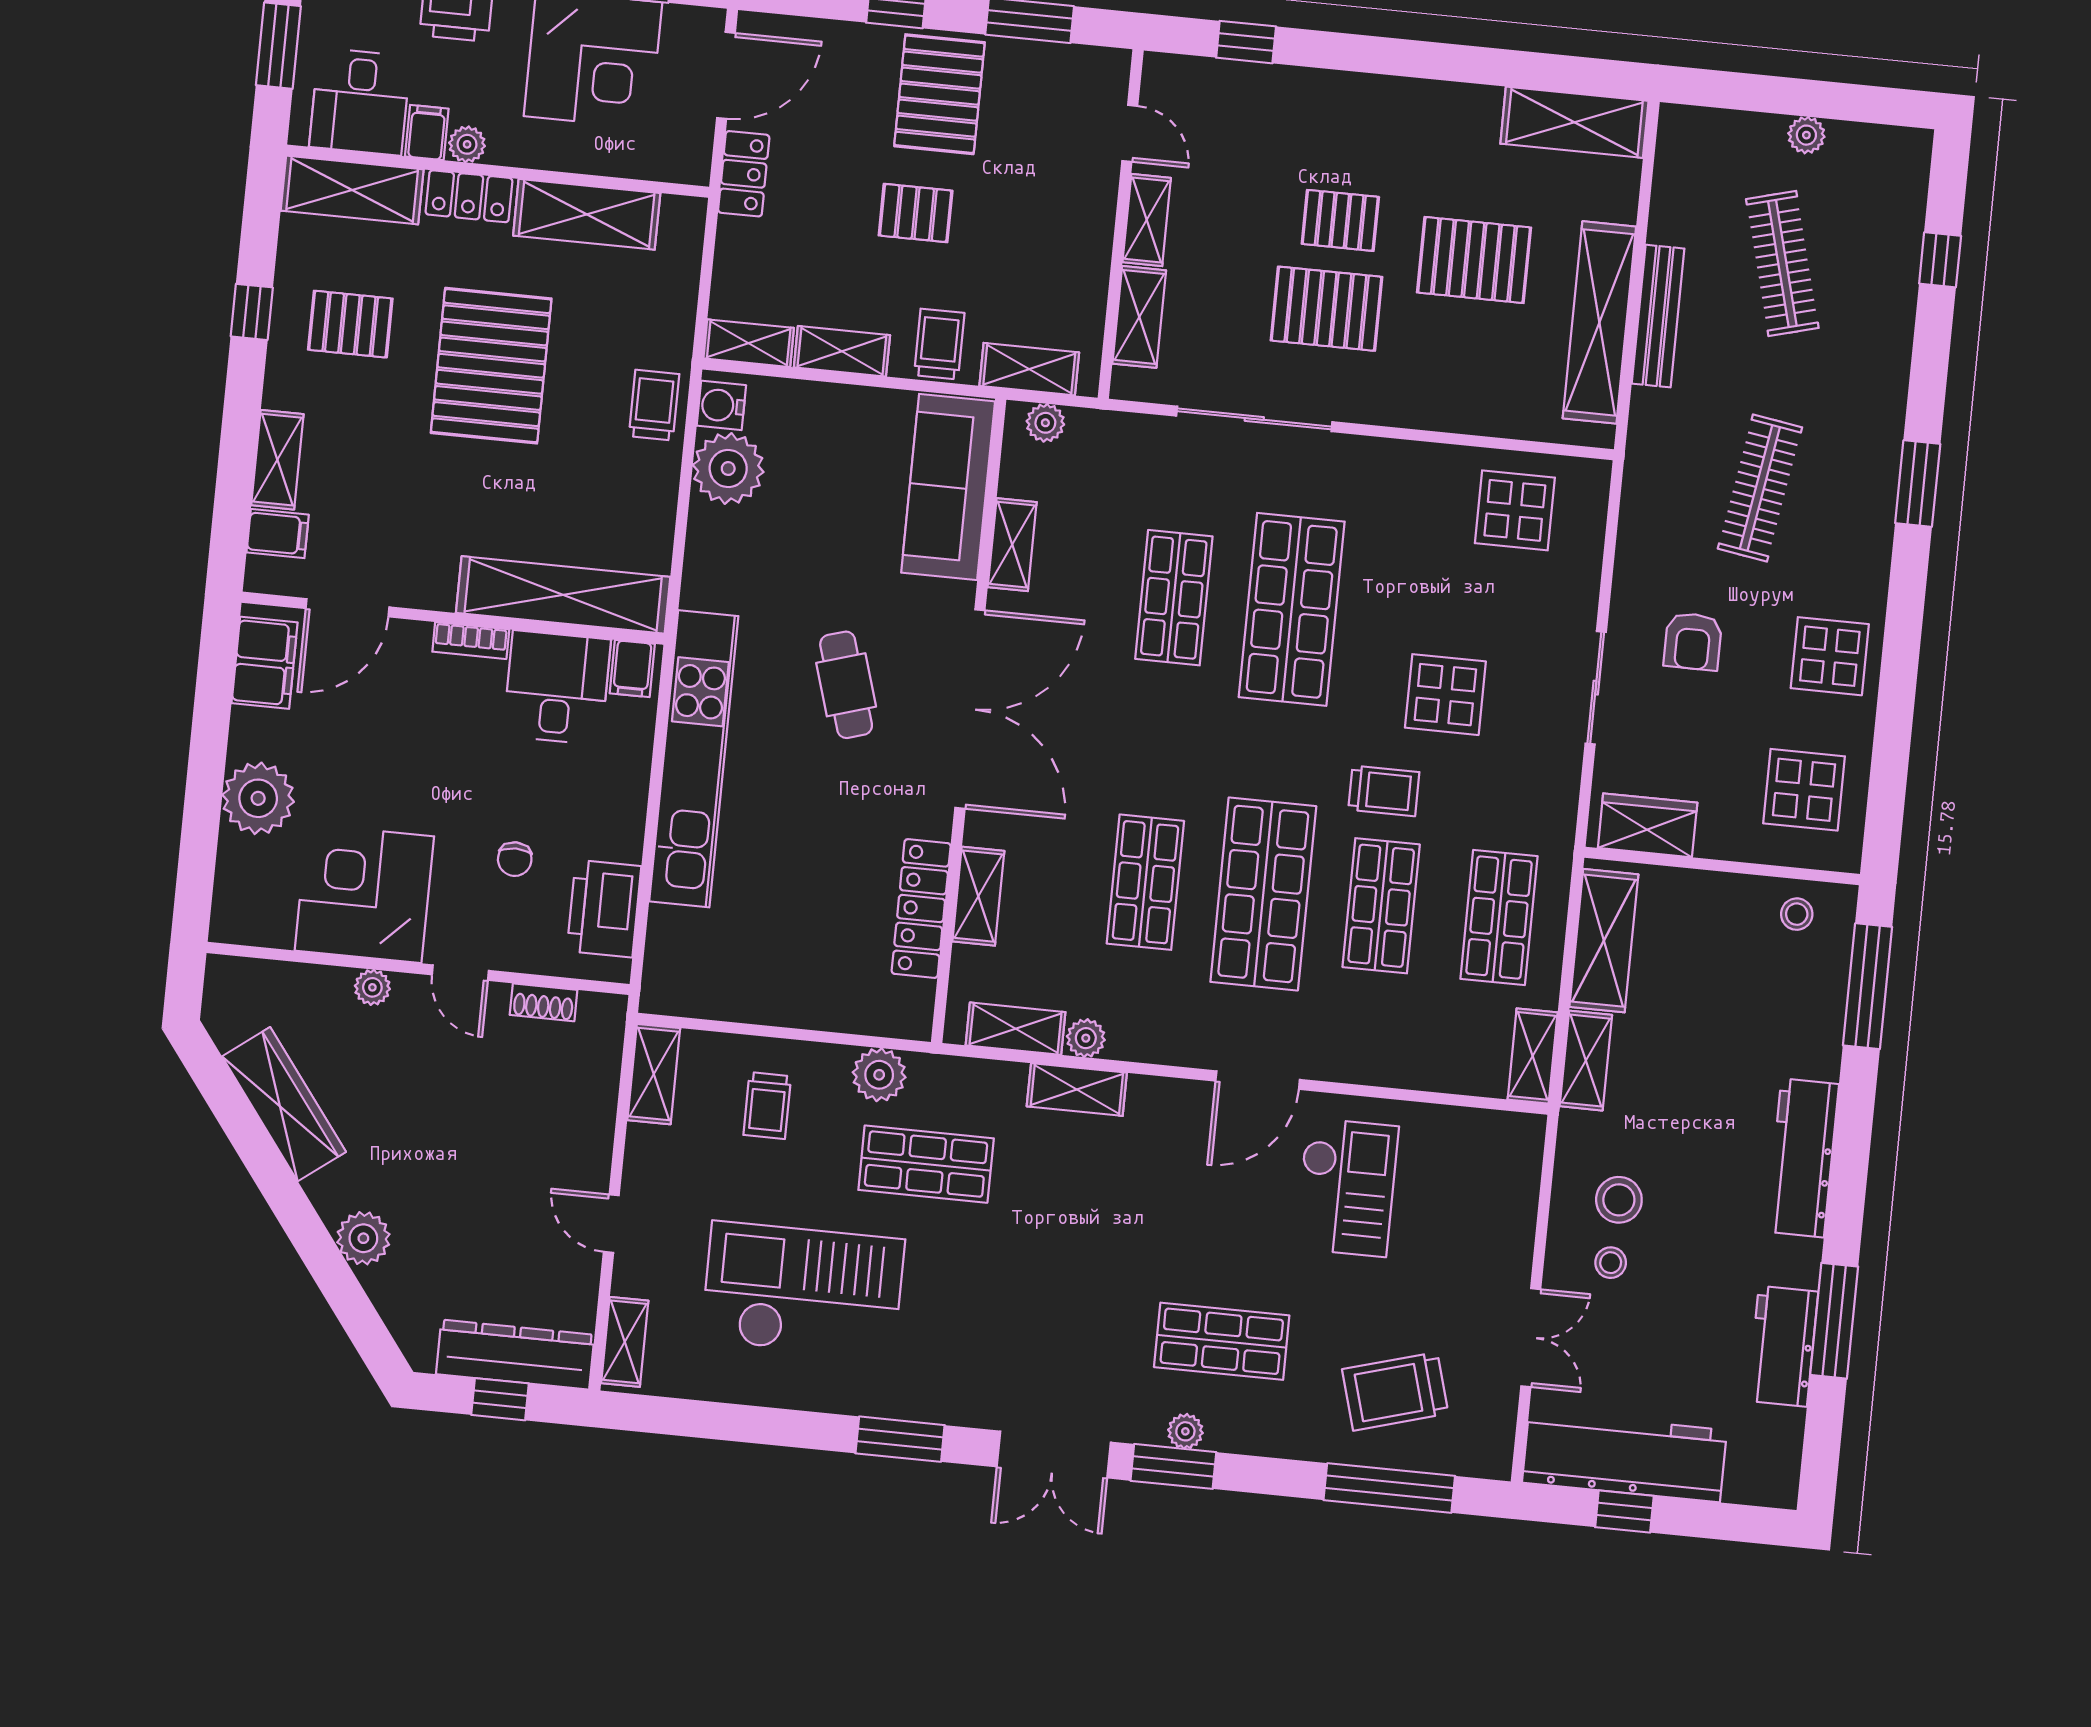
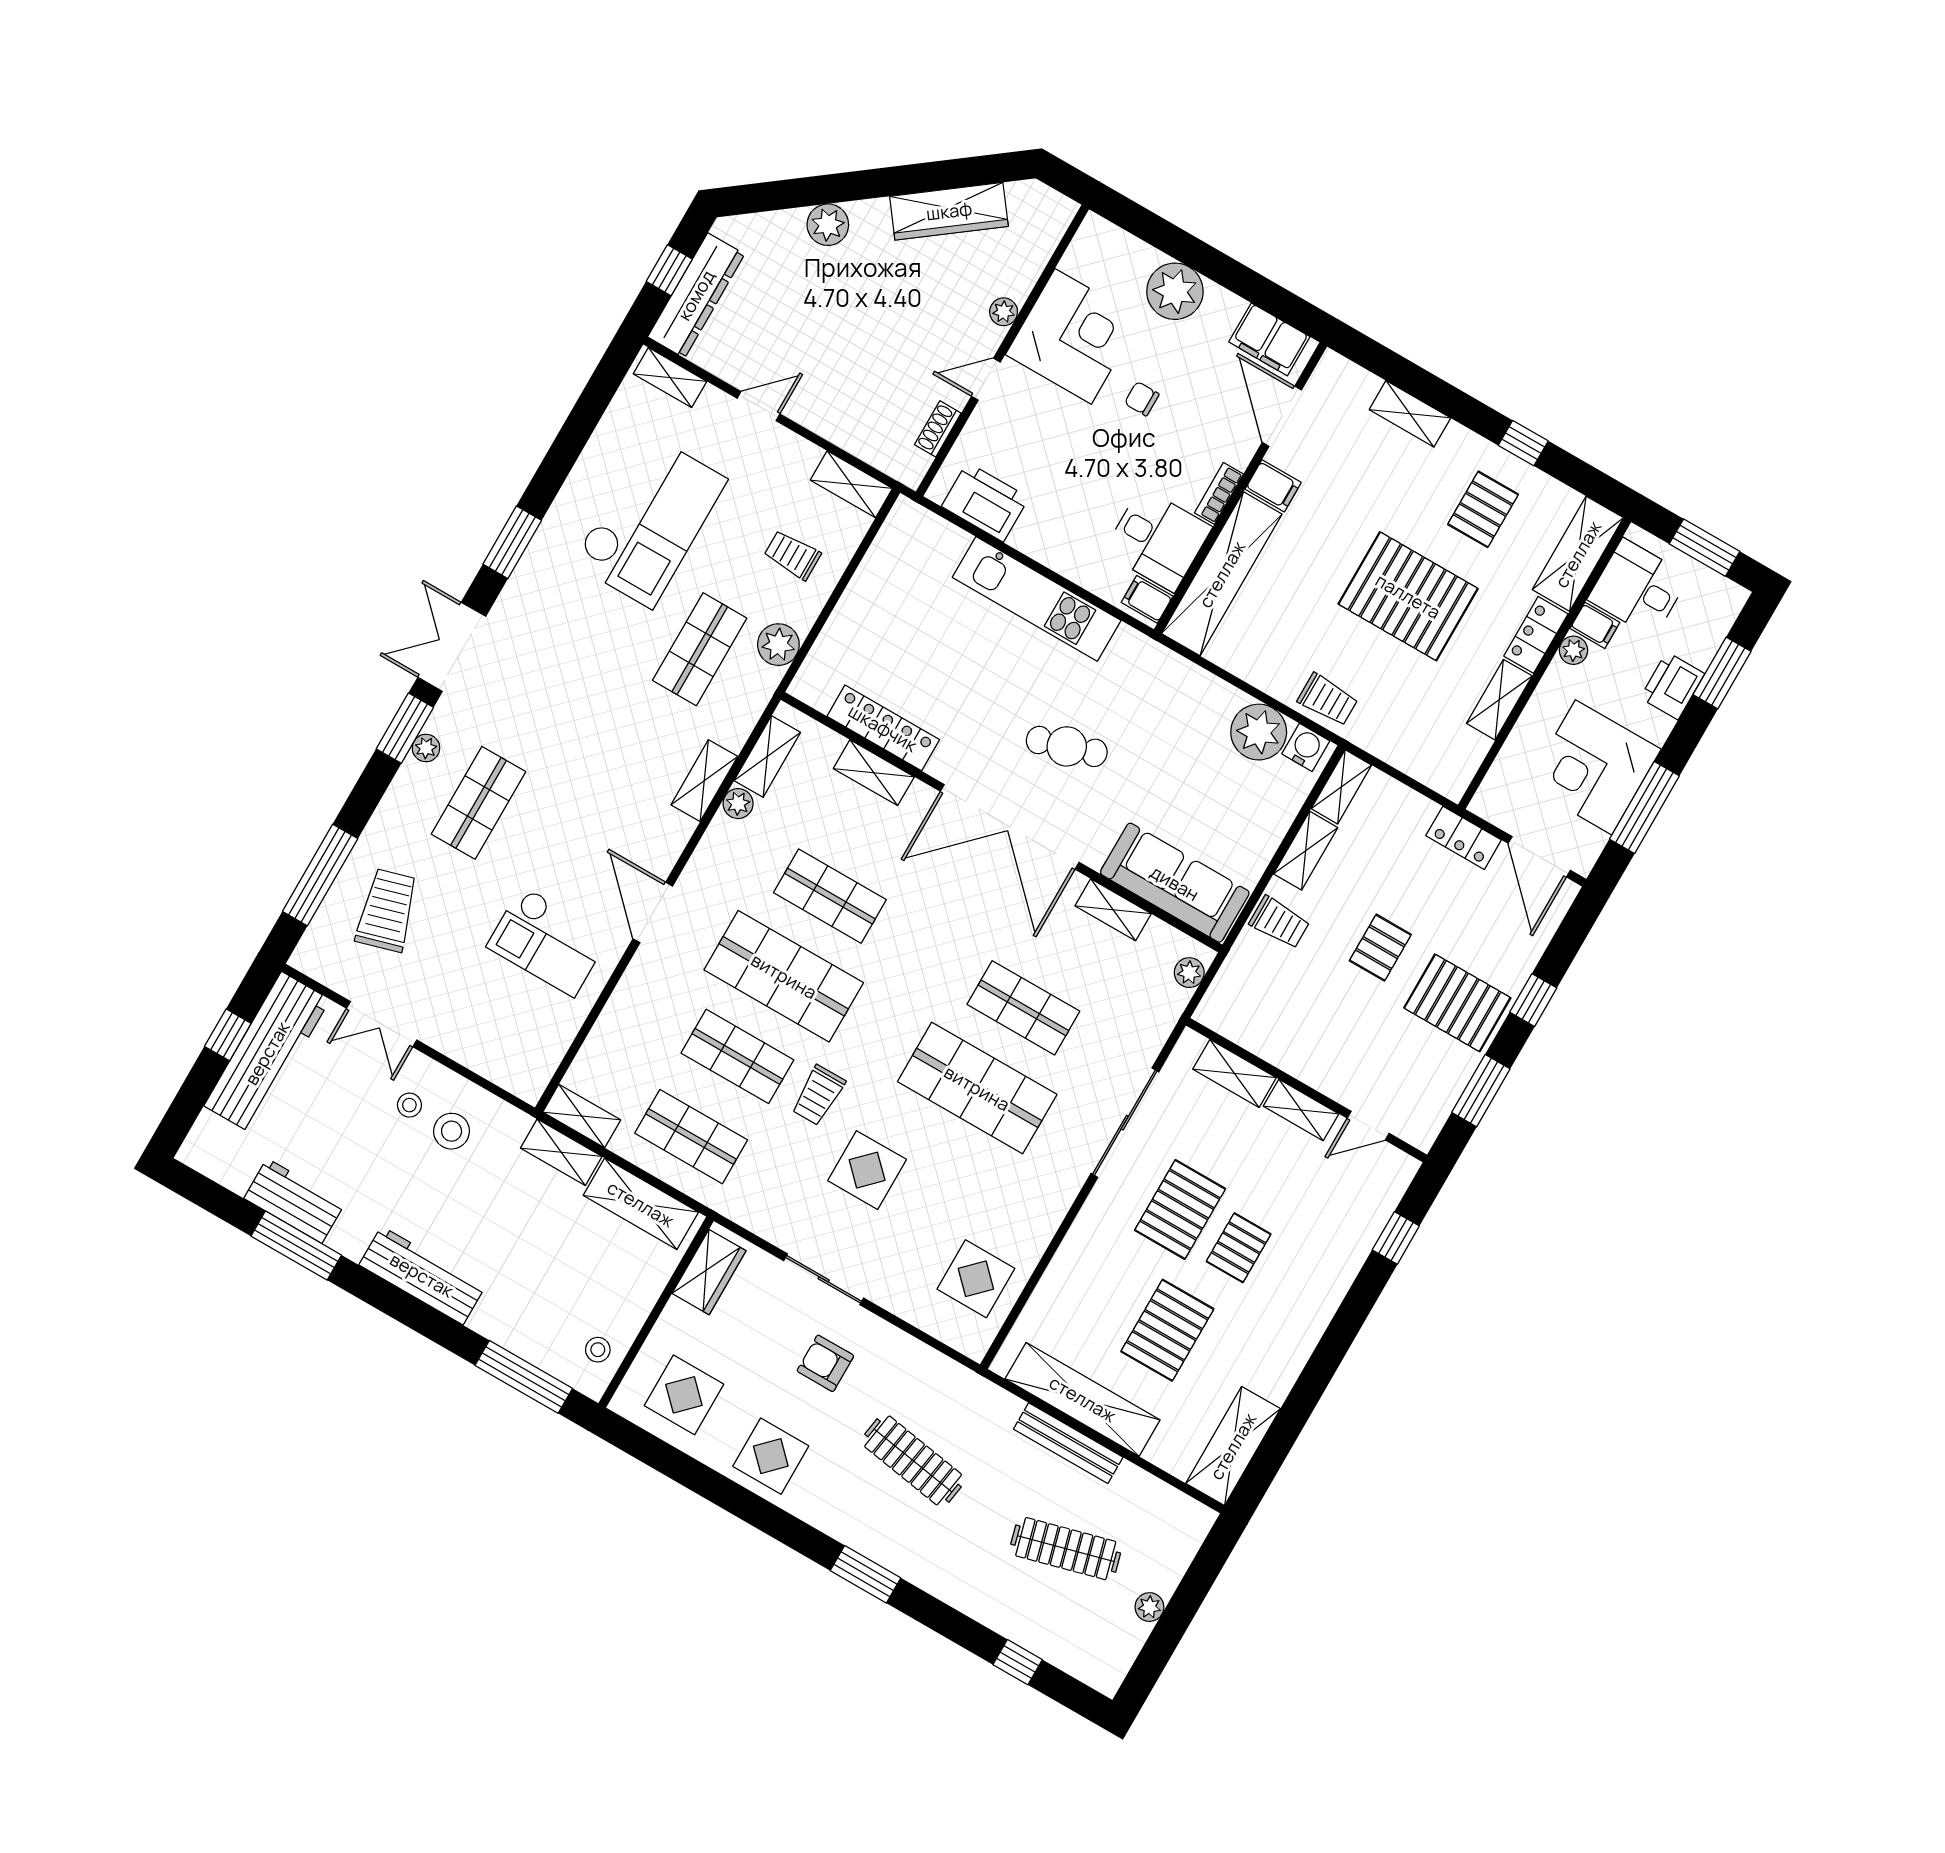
shelving: (587, 214) -> (1499, 700), width x0.67, depth x0.75
shelving: (1029, 369) -> (1233, 978), removed
filing cabinet: (278, 534) -> (1273, 486), moved, turned -90
kitchen unit: (694, 759) -> (1037, 599), width x0.73
chair: (515, 859) -> (1142, 399), moved

